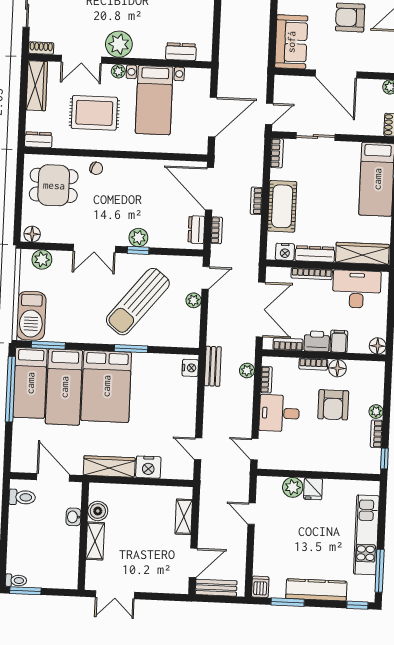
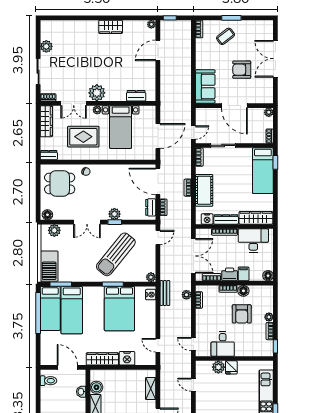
plant: (194, 300) -> (151, 277), moved
bed: (106, 386) -> (119, 309), moved
desk: (279, 413) -> (223, 344), moved, turned -90

